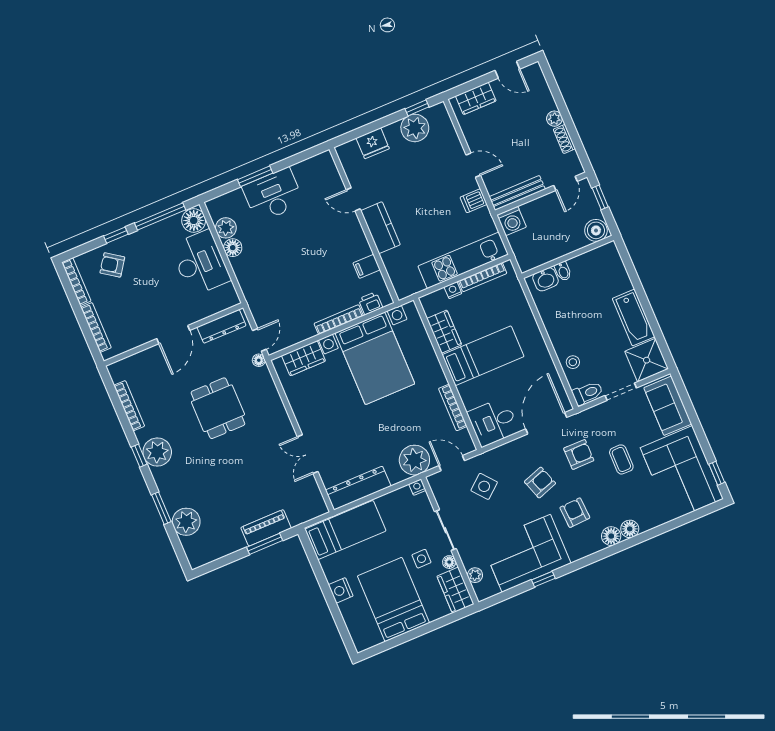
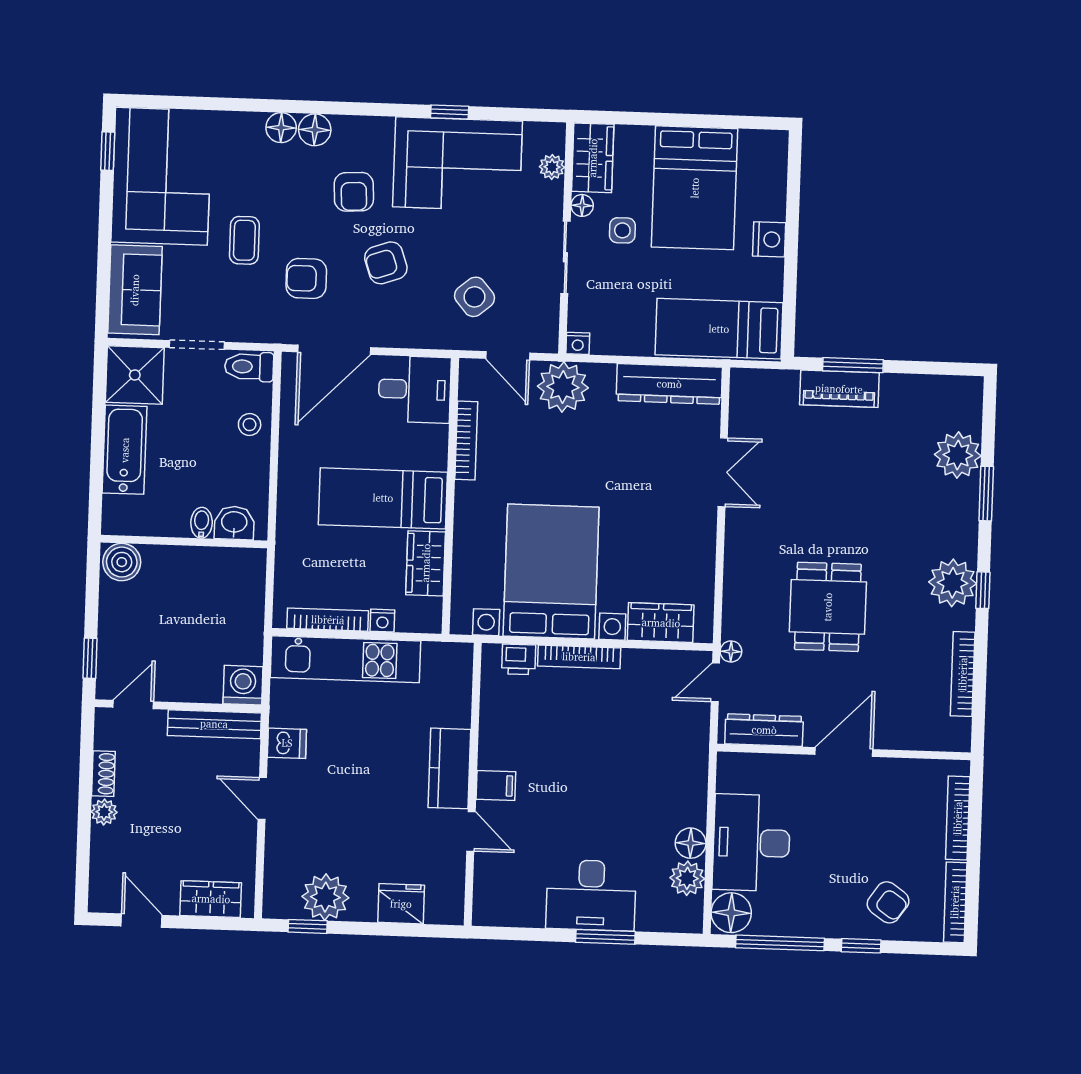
boiler: (596, 230) -> (122, 562), moved
wall: (568, 257) -> (184, 542), moved
filing cabinet: (367, 266) -> (496, 786), moved
bidet: (563, 271) -> (202, 523), moved
washbasin: (545, 279) -> (234, 523), moved

